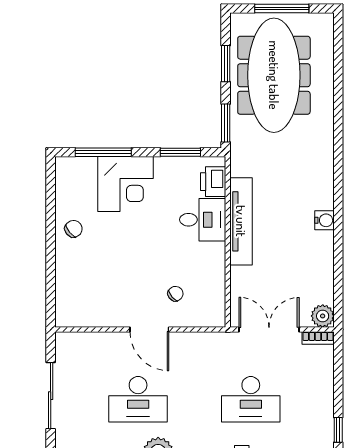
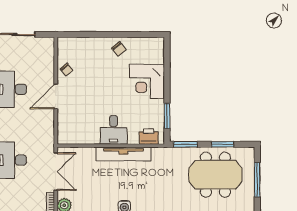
meeting table: (274, 75) -> (215, 175), width x0.73
window: (103, 152) -> (167, 68), removed
desk: (203, 220) -> (114, 130), moved
chair: (175, 294) -> (67, 70), moved

